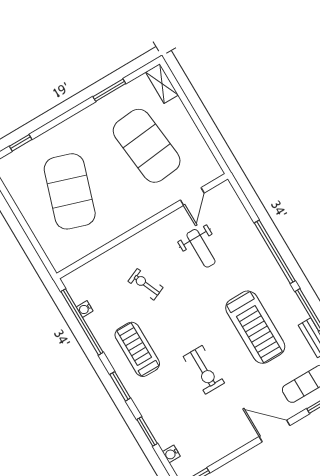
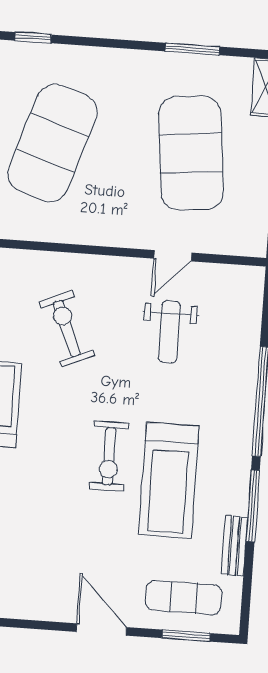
door: (192, 196) -> (173, 256), moved
exercise bike: (146, 284) -> (67, 329), width x1.38, depth x1.39
exercise bike: (204, 370) -> (109, 456), moved

